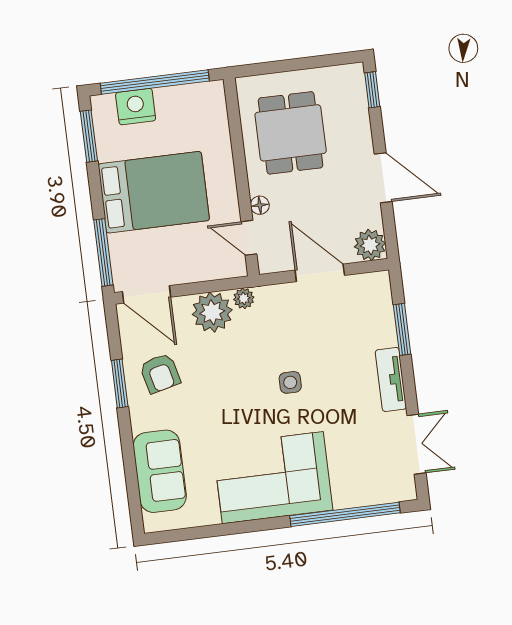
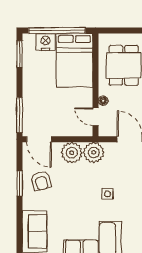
bed: (154, 192) -> (74, 60), moved, turned 90
plant: (244, 298) -> (94, 152), width x1.87, depth x1.87

